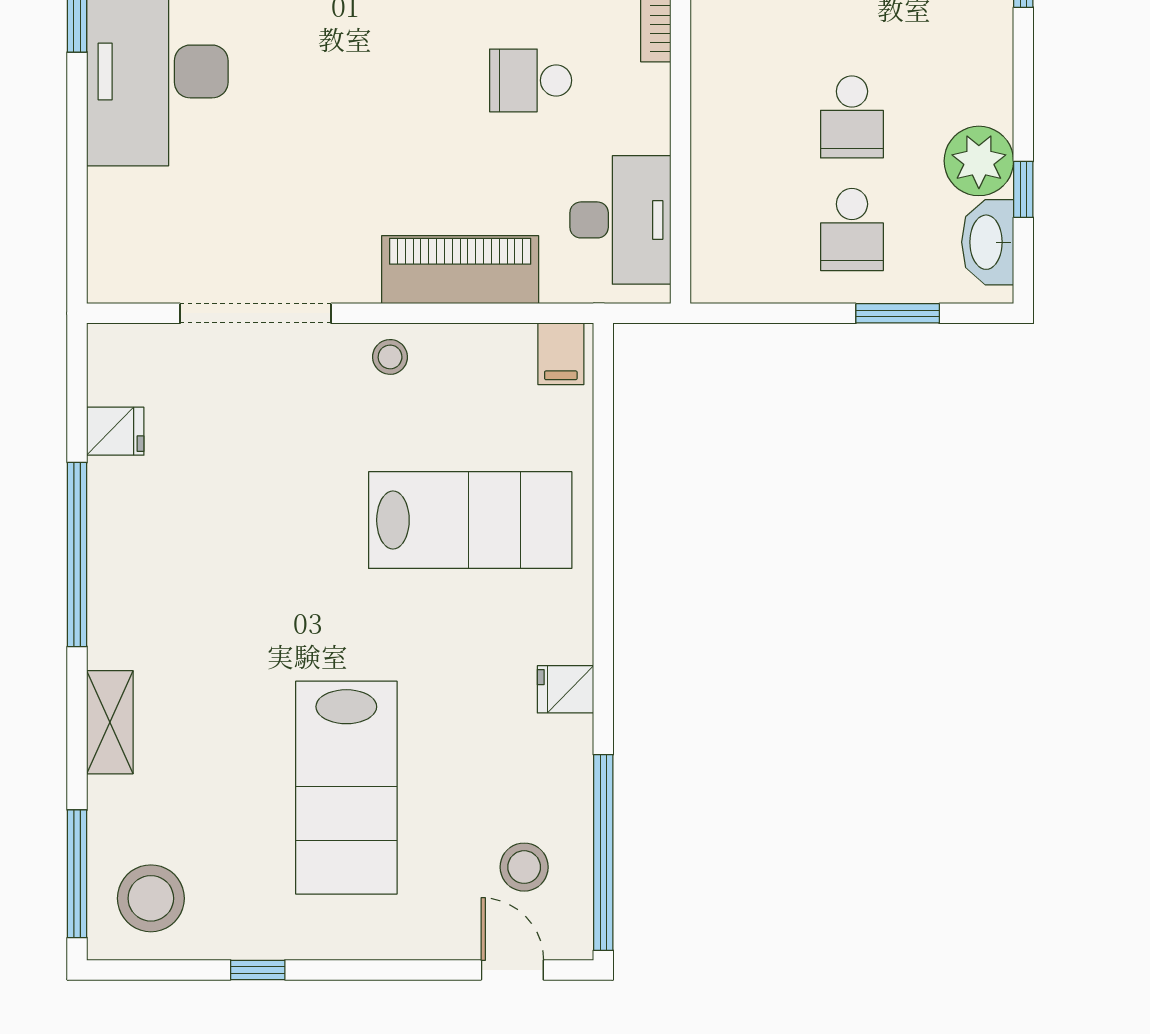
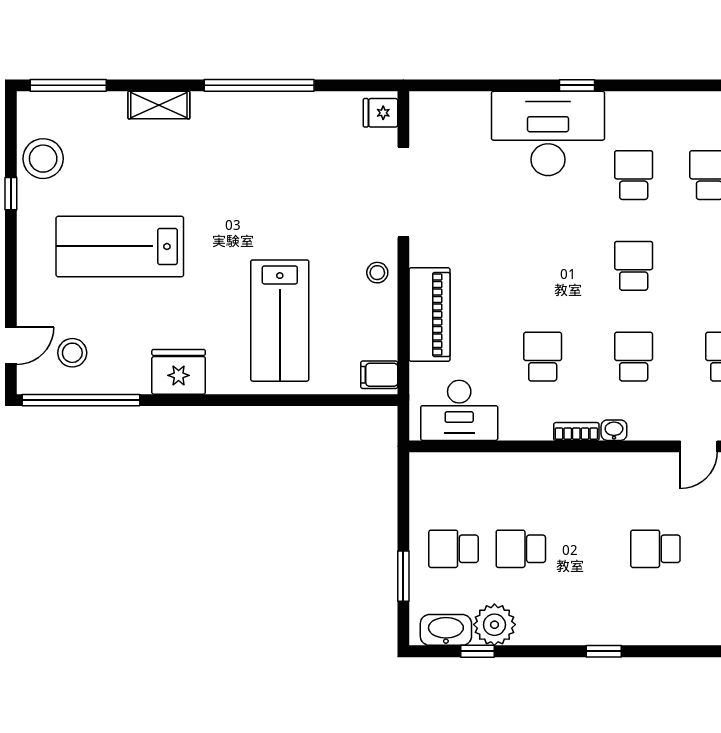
fridge: (115, 431) -> (380, 113), moved, turned 90
fridge: (565, 689) -> (179, 372), width x1.88, depth x1.34
stool: (151, 898) -> (43, 159), moved

